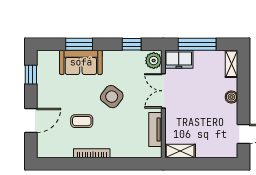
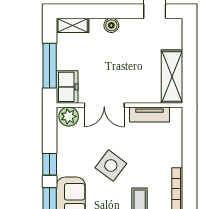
window: (132, 44) -> (50, 164), moved
shelving: (180, 151) -> (172, 77), width x1.50, depth x1.33

